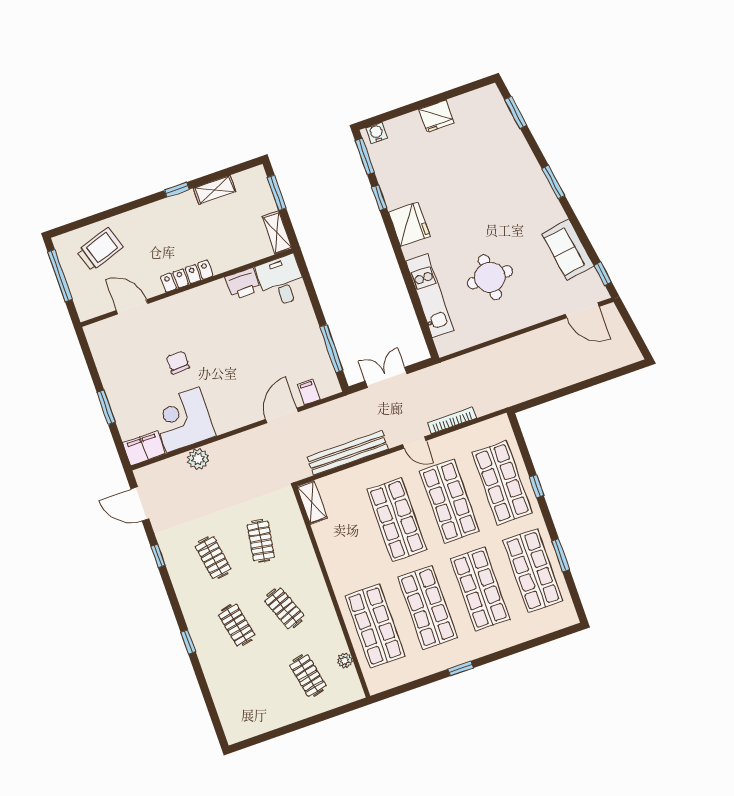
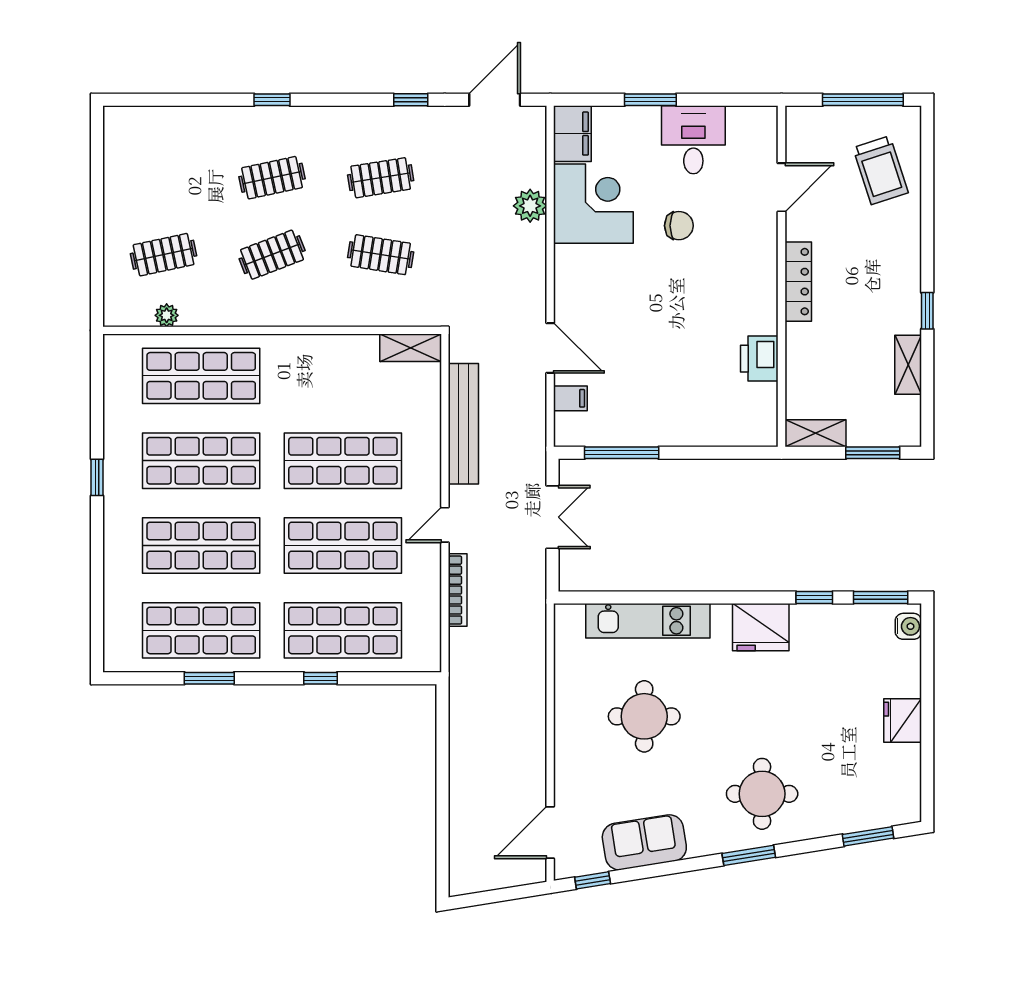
round table: (512, 187) -> (762, 794), added
desk: (281, 281) -> (693, 140), moved, turned -90

